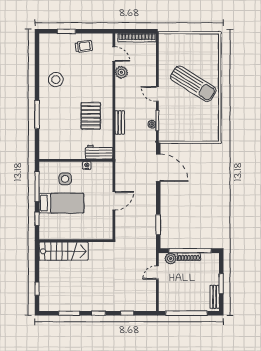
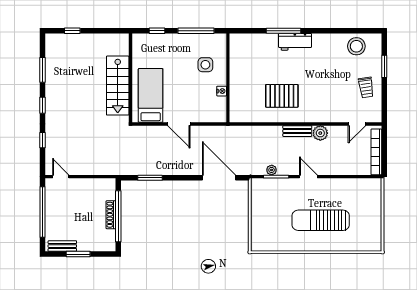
plant: (121, 72) -> (320, 133), moved
stool: (56, 80) -> (356, 46), moved
sun lounger: (193, 84) -> (321, 220), turned 58
door: (157, 94) -> (308, 177), hinge flipped
bench: (120, 122) -> (297, 131), moved
workbench: (99, 152) -> (295, 42), moved, turned 90
door: (158, 168) -> (219, 178), swing flipped
bed: (61, 203) -> (151, 95), moved, turned 180
stairs: (64, 251) -> (118, 86), moved
plant: (171, 259) -> (109, 193), removed
door: (157, 273) -> (61, 177), moved

